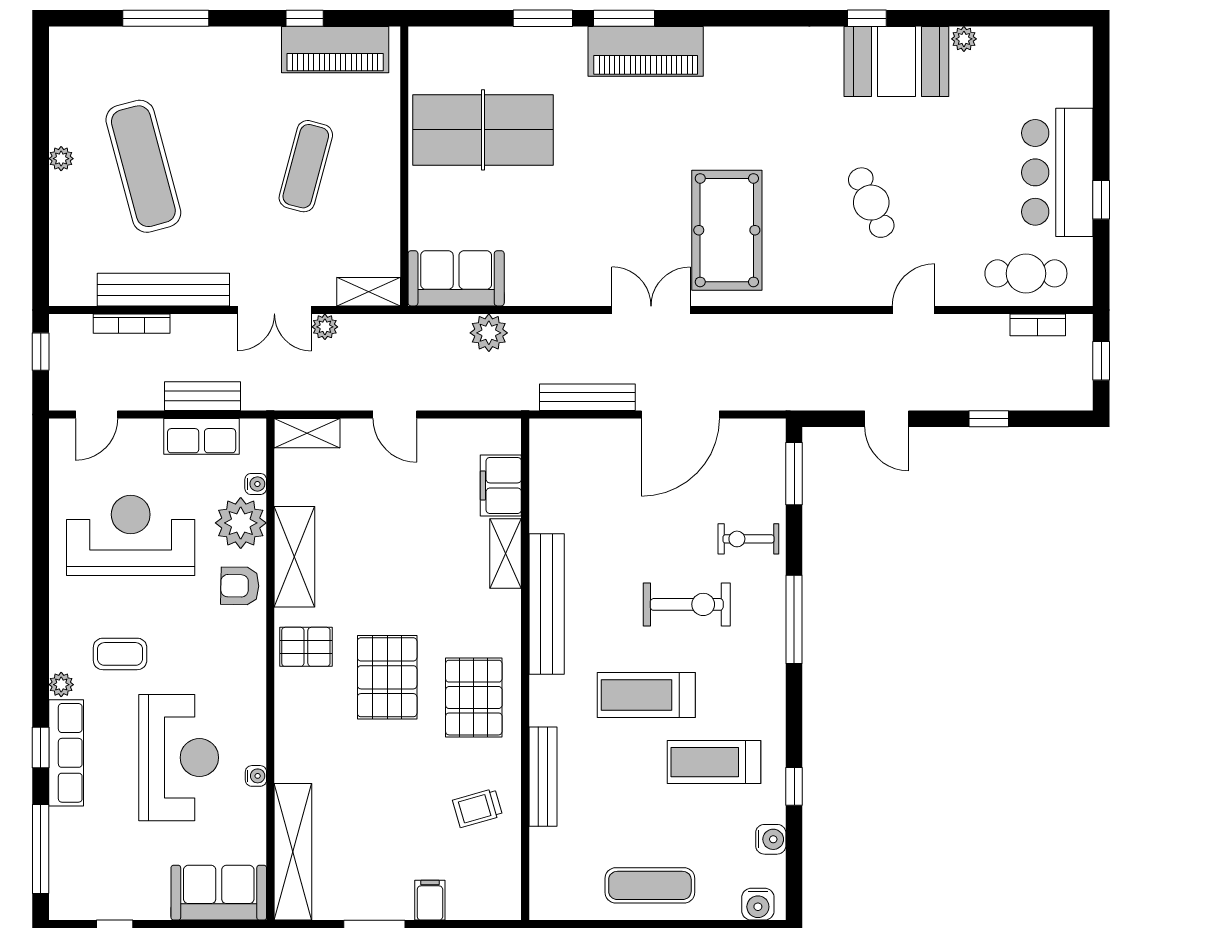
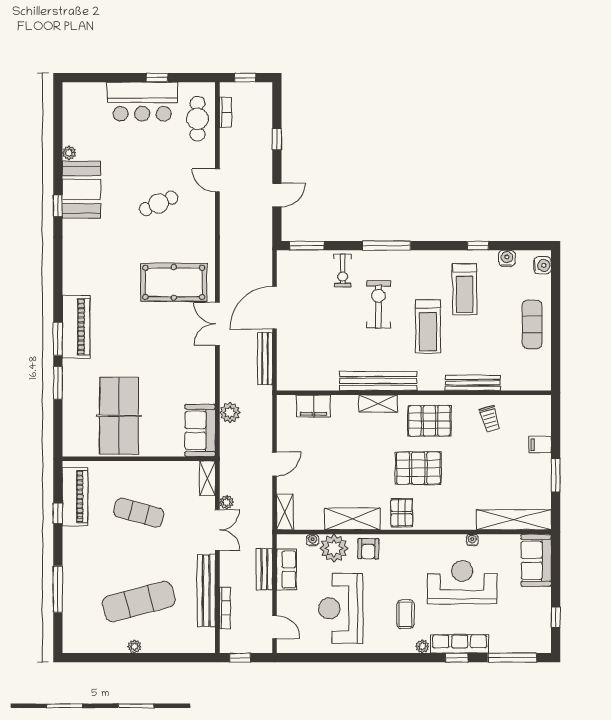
door: (680, 414) -> (275, 308), swing flipped
shelving: (506, 554) -> (378, 403), moved

